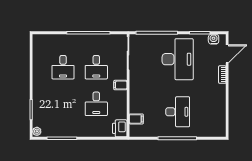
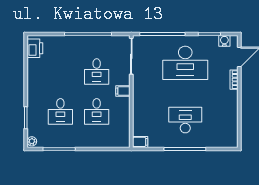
desk: (178, 59) -> (185, 63), turned 90
desk: (63, 67) -> (60, 111), moved
desk: (178, 112) -> (185, 120), turned -90
filing cabinet: (136, 119) -> (140, 142), moved
printer: (120, 128) -> (35, 48), moved, turned 180

